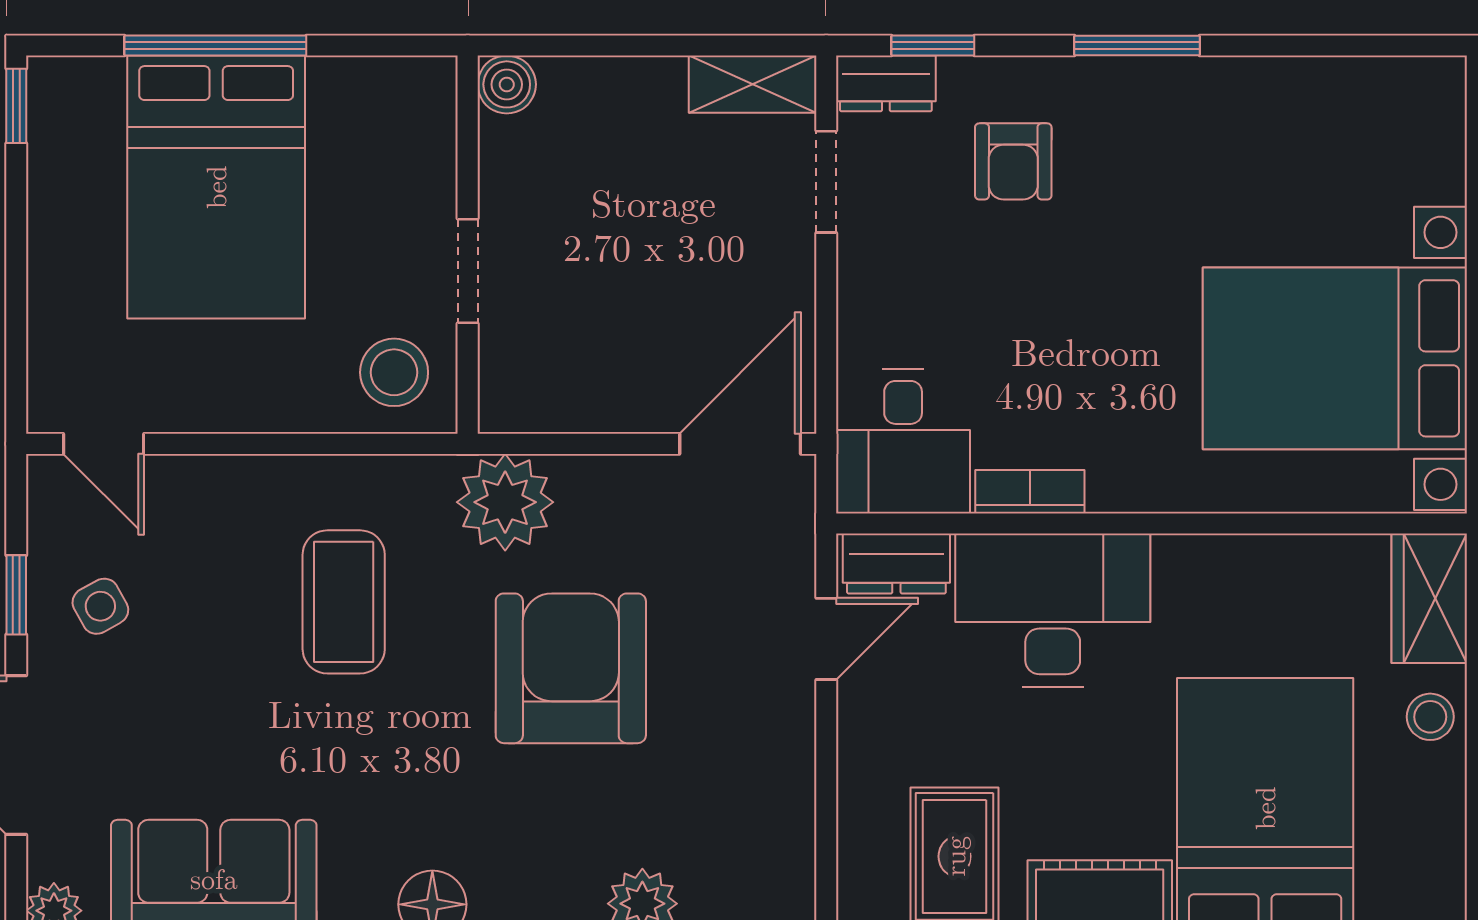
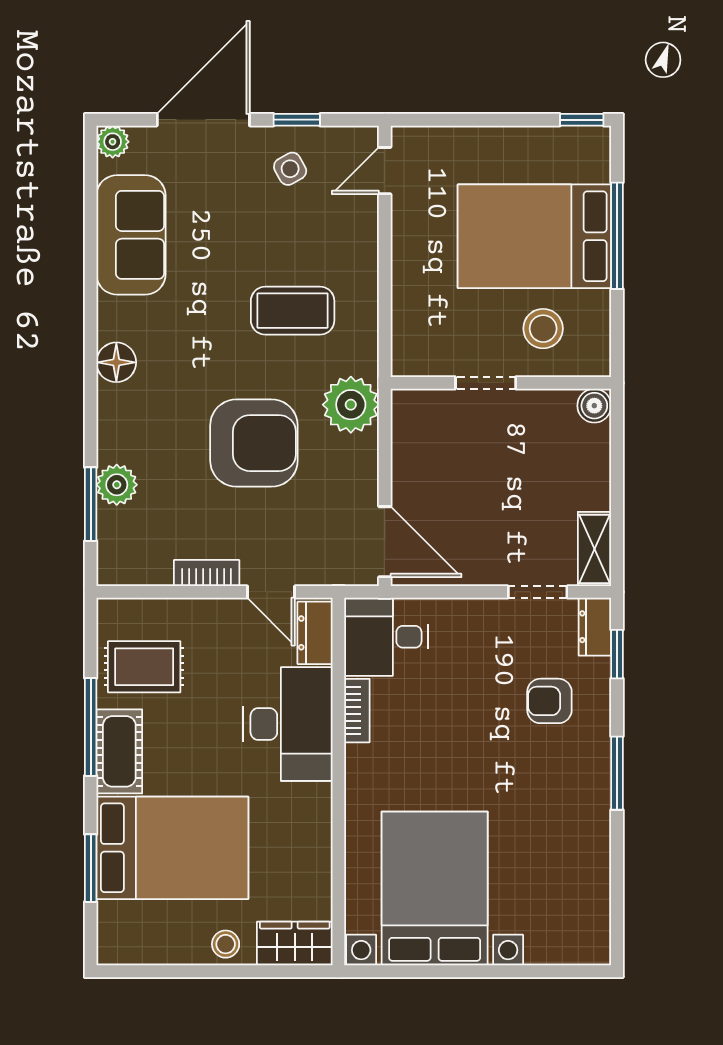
stool: (394, 372) -> (543, 329), moved
bookcase: (794, 749) -> (207, 573), added

